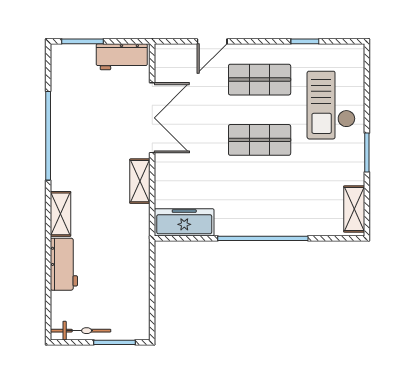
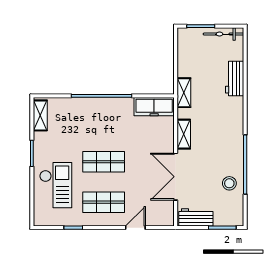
stool: (72, 108) -> (229, 183), added
shelving: (61, 214) -> (184, 93), moved

